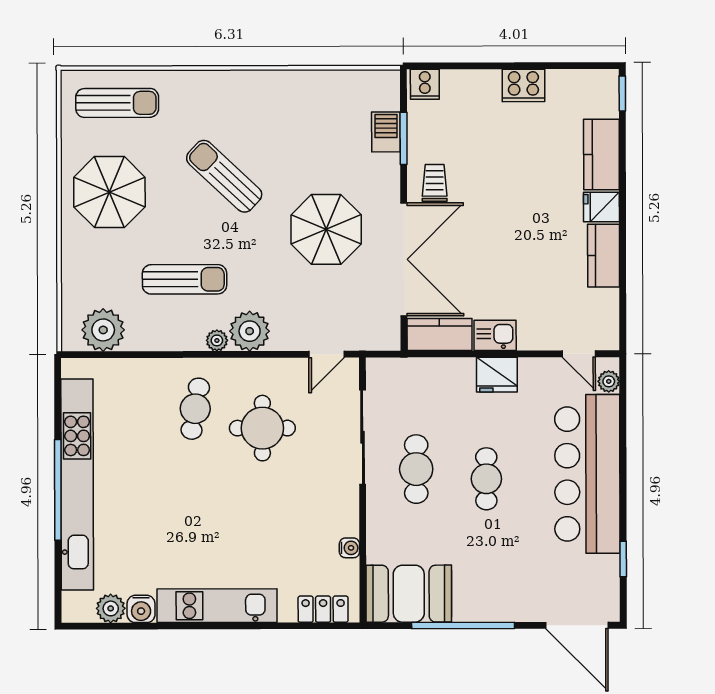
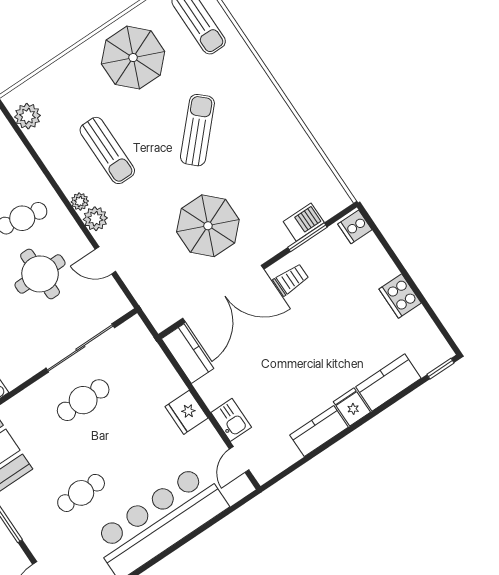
plant: (103, 330) -> (28, 116), width x0.73, depth x0.73
plant: (250, 331) -> (95, 219), width x0.73, depth x0.73
kitchen sink: (495, 335) -> (231, 420), moved
door: (326, 354) -> (105, 260), moved
plant: (609, 381) -> (234, 493), removed
cafe table: (486, 479) -> (81, 493), moved

